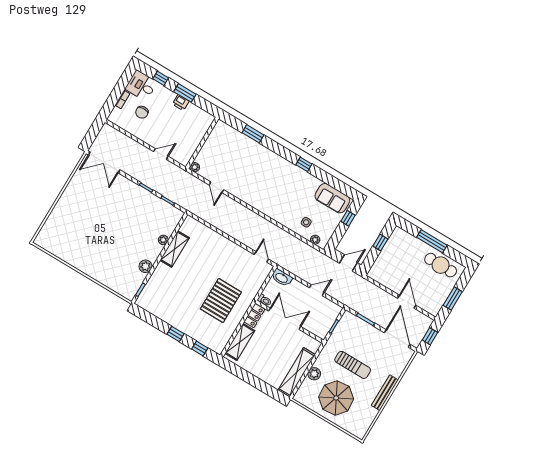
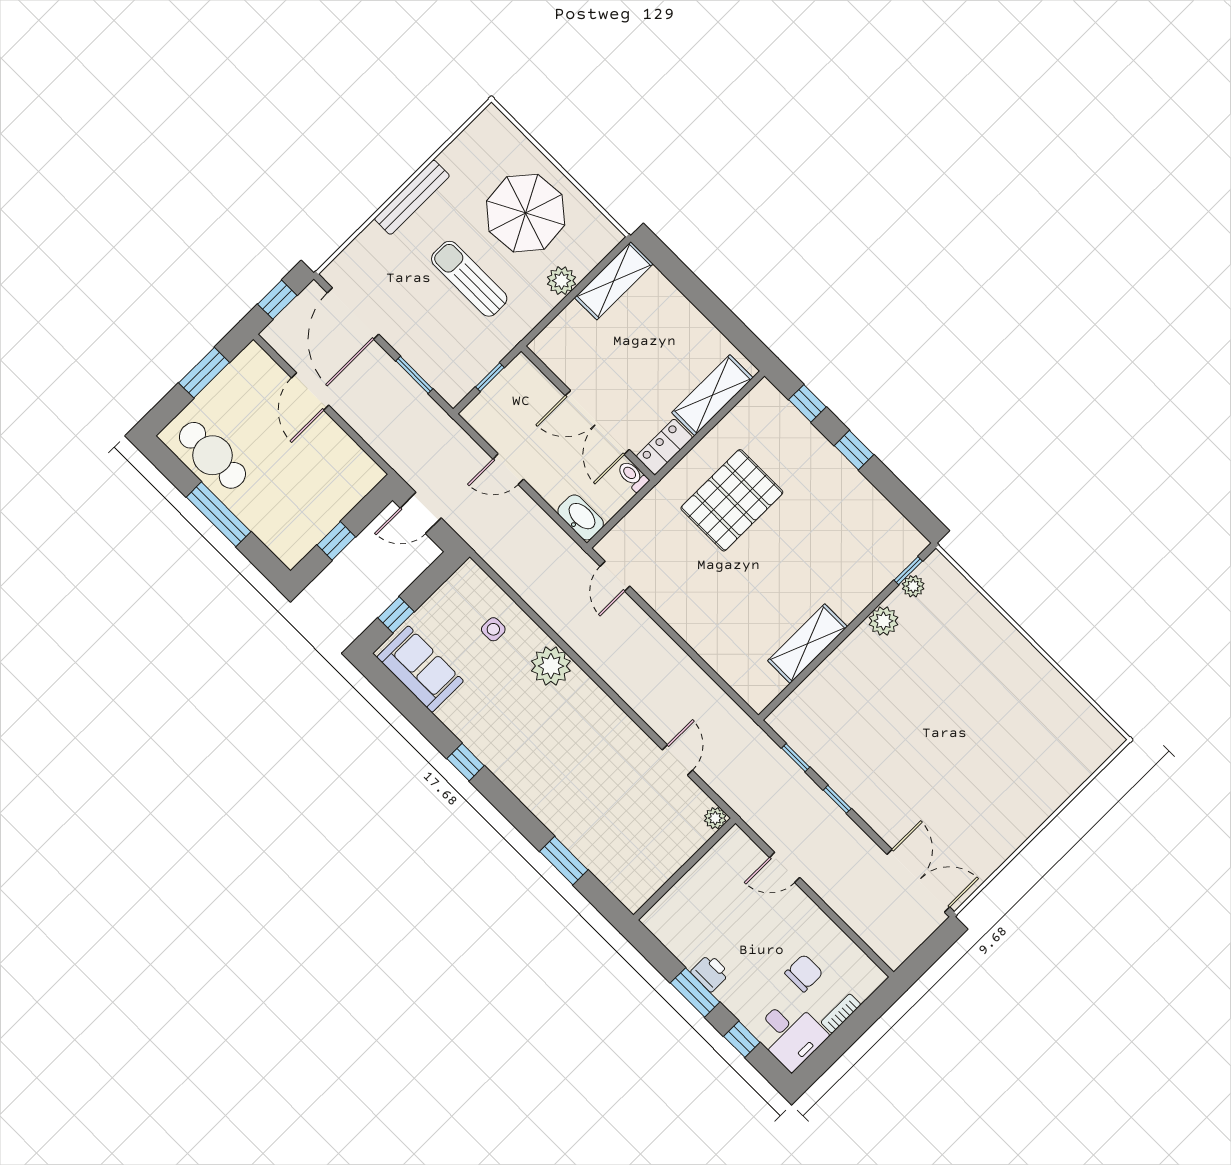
plant: (163, 240) -> (913, 586), moved
plant: (315, 240) -> (551, 666), moved, width x1.87, depth x1.87
shelving: (297, 372) -> (614, 281), width x0.68

